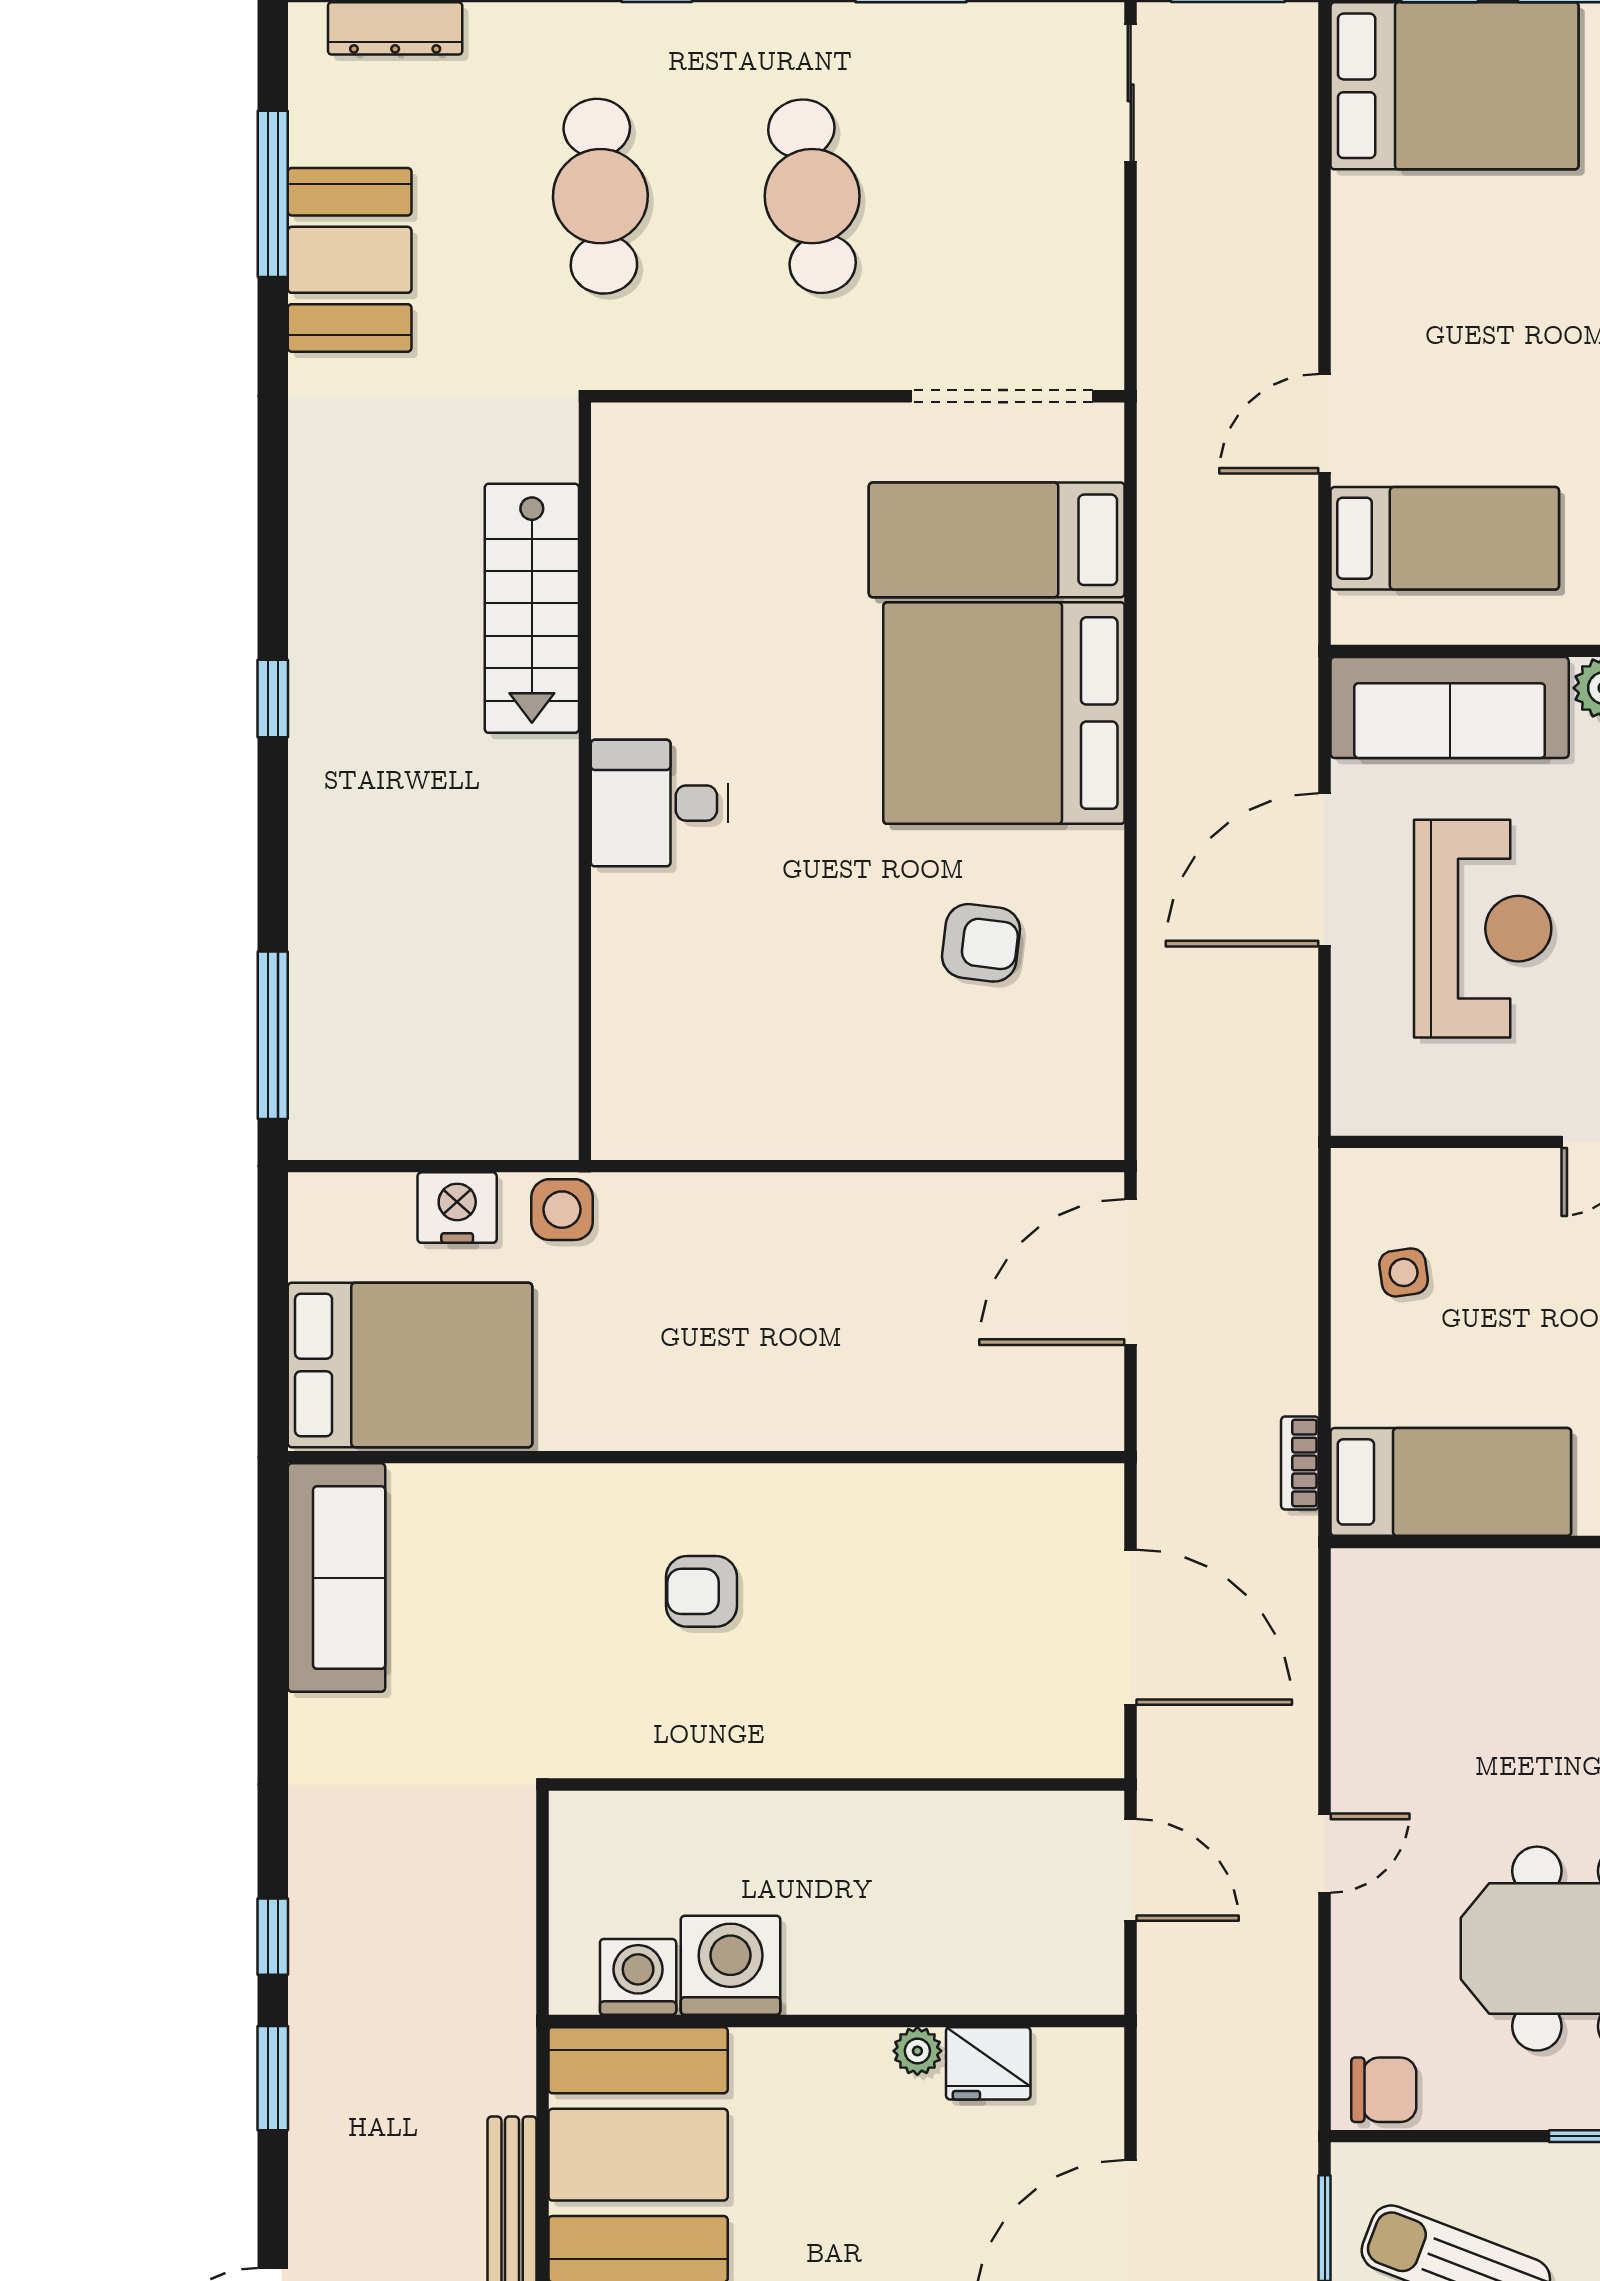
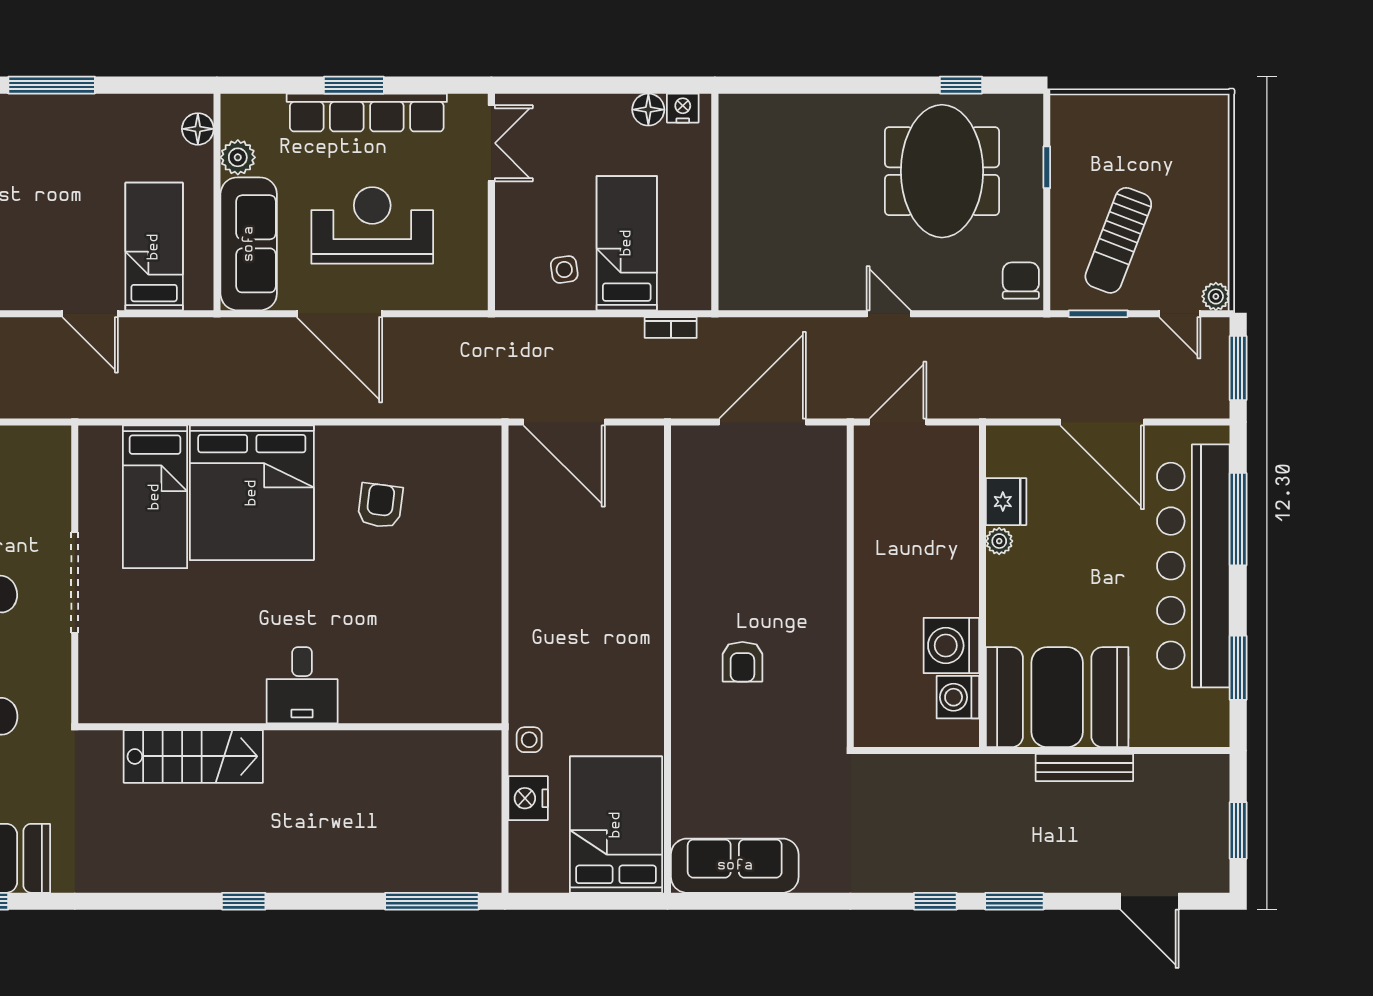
doorway: (1002, 396) -> (75, 582), moved
side table: (562, 1210) -> (529, 740), width x0.73, depth x0.73
bed: (1451, 1482) -> (627, 243), moved

